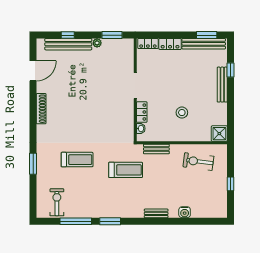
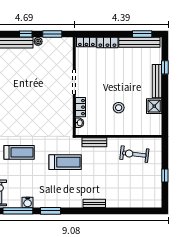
window: (68, 35) -> (26, 34), moved
shower: (219, 134) -> (154, 106), moved
water cooler: (185, 212) -> (28, 202), moved

